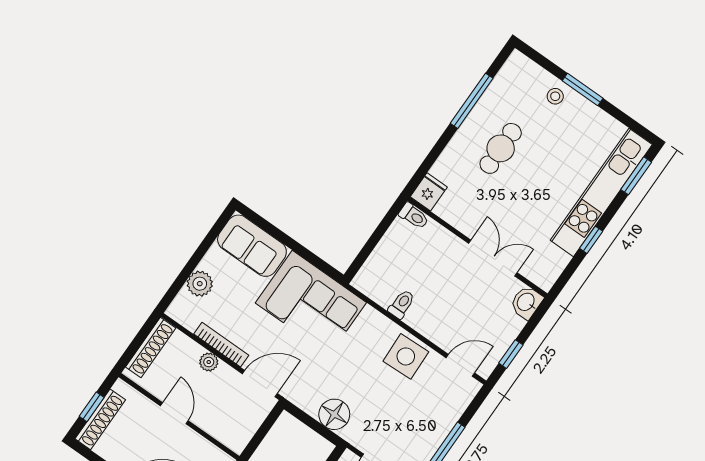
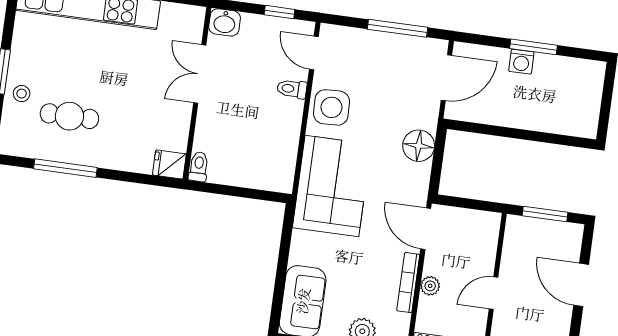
cafe table: (501, 148) -> (69, 116), moved
corner sofa: (311, 303) -> (332, 186), moved
toilet: (402, 304) -> (292, 89), moved

